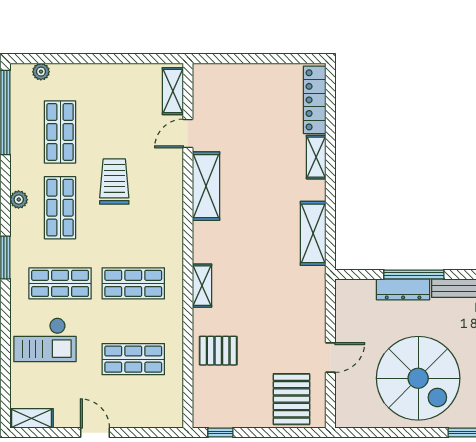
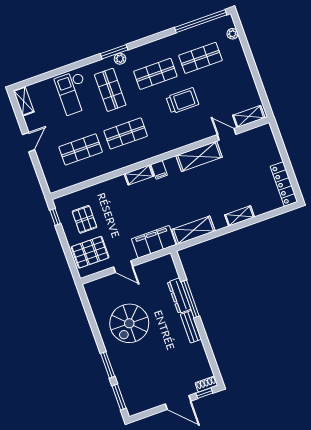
locker: (315, 100) -> (284, 184), moved, turned -90
plant: (19, 200) -> (120, 59), moved
filing cabinet: (205, 253) -> (159, 170), added
shop shelf: (133, 283) -> (126, 133), turned 90
filing cabinet: (309, 299) -> (154, 242), added
pallet: (218, 351) -> (84, 219), moved
shop shelf: (133, 359) -> (81, 149), turned 90
spiral stairs: (418, 378) -> (129, 323), width x0.73, depth x0.73

